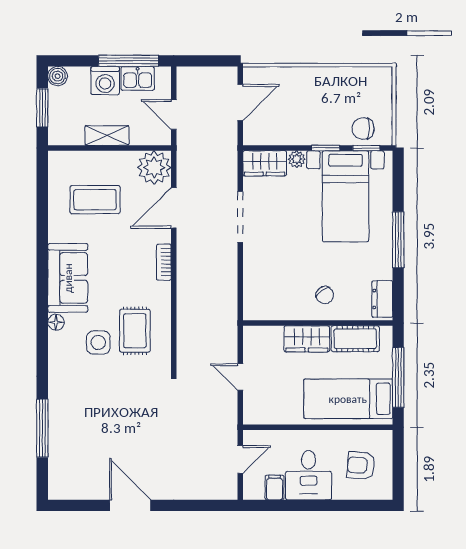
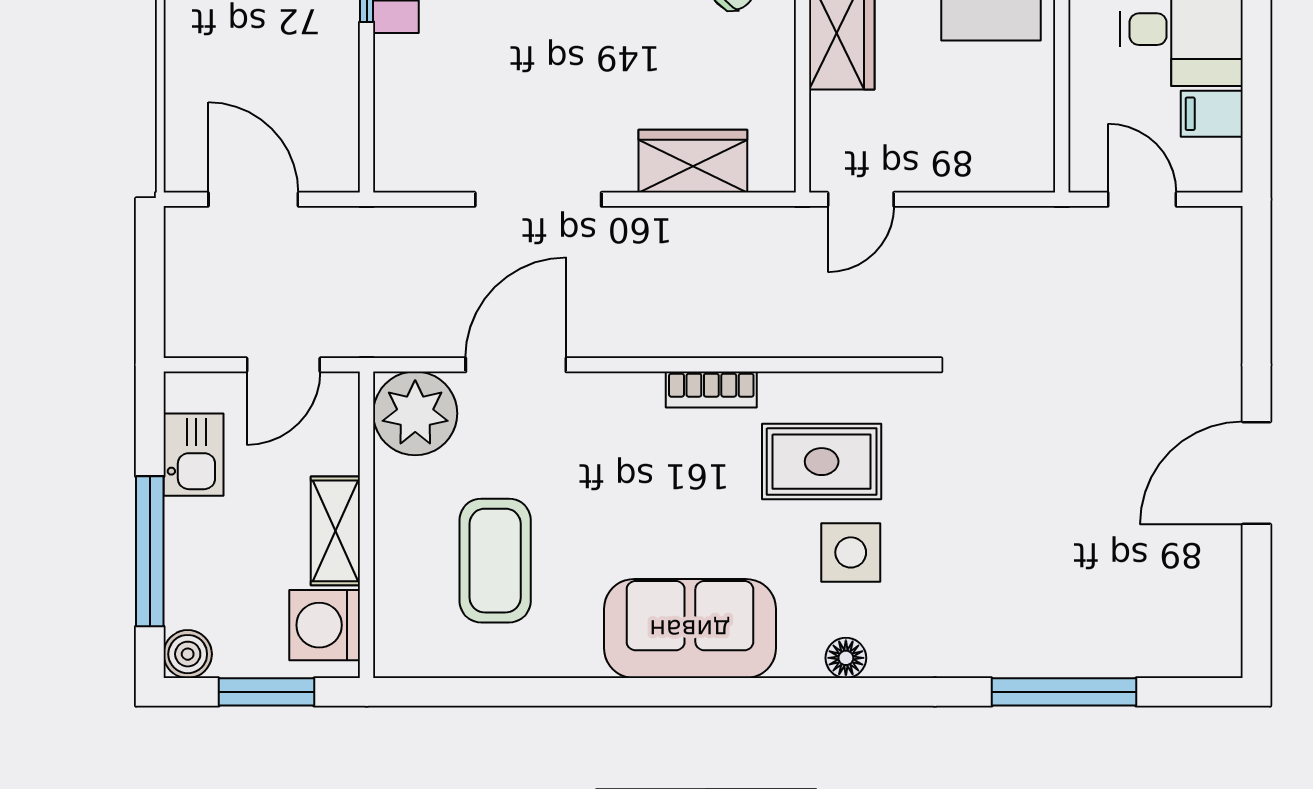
window: (129, 61) -> (150, 551), moved
washing machine: (105, 81) -> (325, 625), moved, turned 180
plant: (297, 159) -> (394, 59), removed
wardrobe: (265, 163) -> (693, 161), moved, turned -90
door: (174, 208) -> (516, 365), swing flipped
bookcase: (164, 262) -> (711, 390), moved
floor lamp: (56, 322) -> (846, 658), moved
door: (240, 377) -> (861, 199), moved

